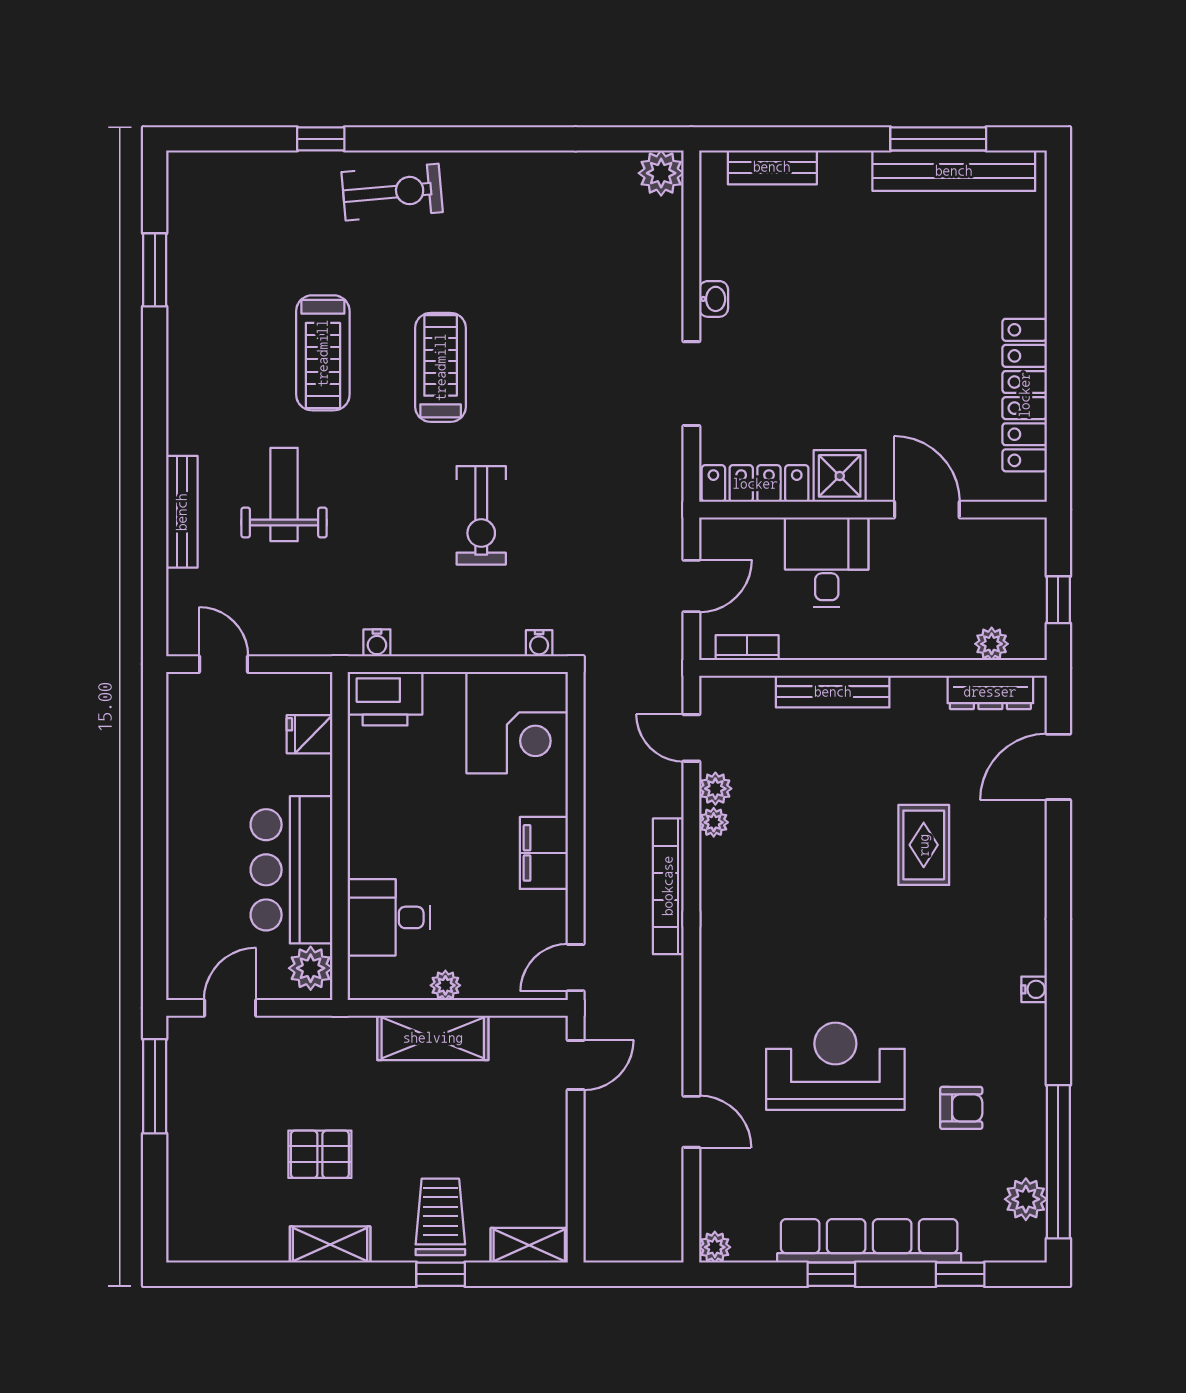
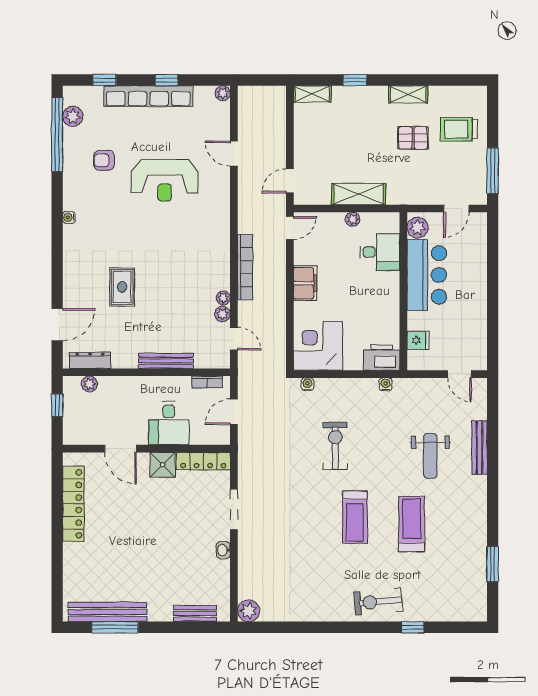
trolley: (440, 1217) -> (459, 129), moved, turned 90

